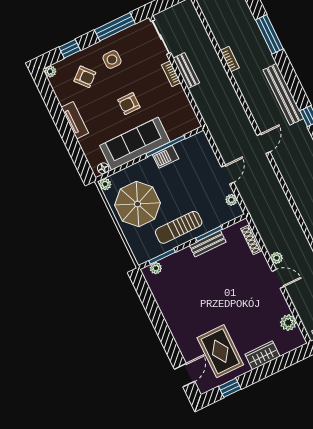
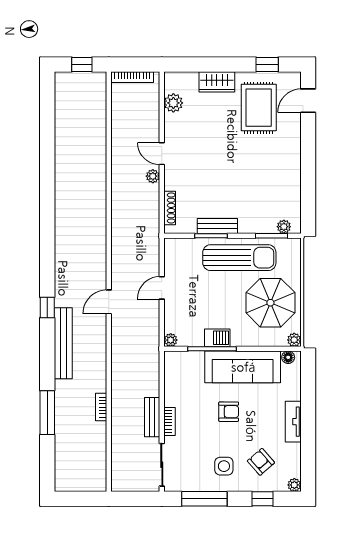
plant: (231, 200) -> (171, 340), moved
sun lounger: (179, 227) -> (239, 258), width x1.36, depth x1.34

